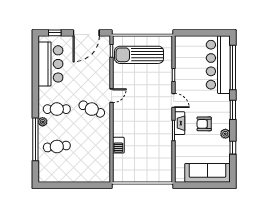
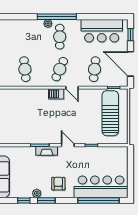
cafe table: (92, 72) -> (95, 69), added
door: (174, 100) -> (68, 145), swing flipped
window: (233, 110) -> (46, 200), moved
armchair: (204, 124) -> (58, 184), moved
window: (35, 139) -> (57, 17), moved
barbecue: (118, 145) -> (56, 94), moved
cafe table: (57, 146) -> (25, 69), moved

